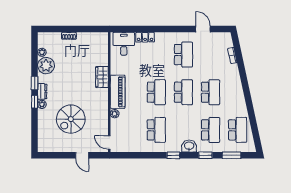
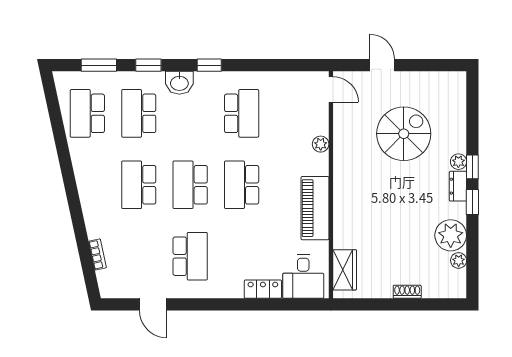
school desk: (183, 55) -> (190, 256), turned 180
wardrobe: (102, 77) -> (345, 270), moved
piano: (118, 92) -> (315, 208), moved
school desk: (156, 130) -> (242, 113), turned 180

